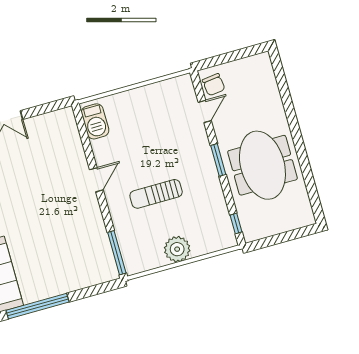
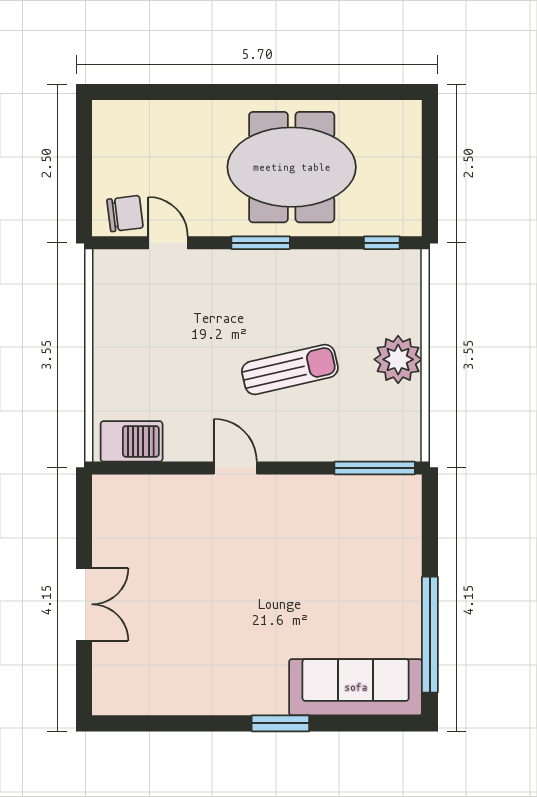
sun lounger: (156, 194) -> (290, 370), turned -103

